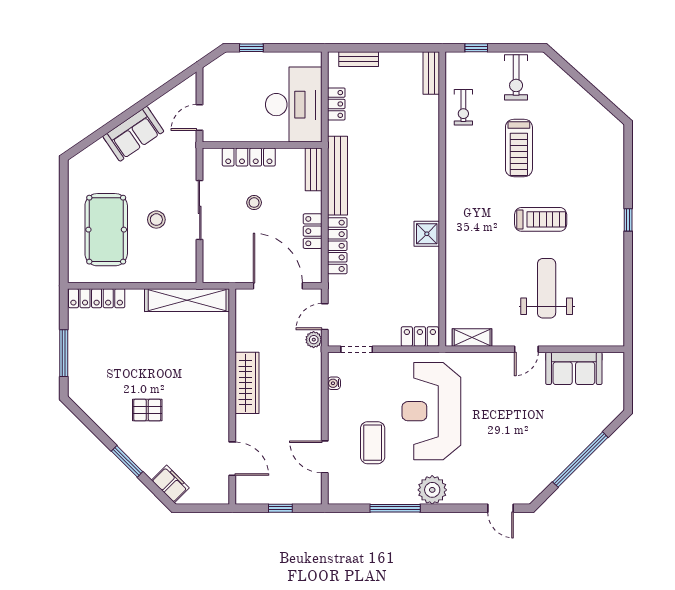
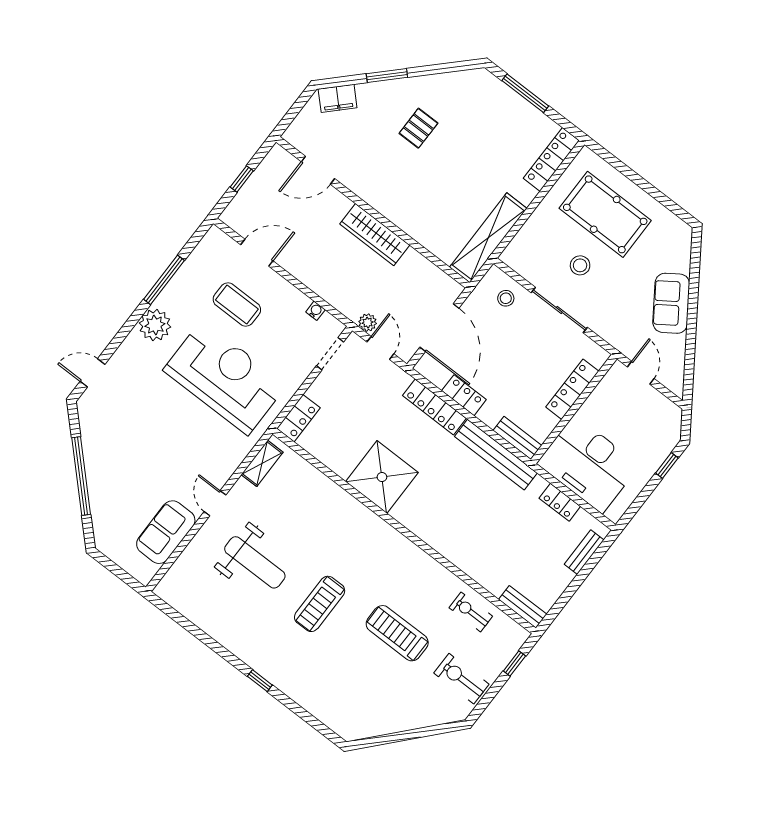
stool: (254, 203) -> (506, 298), moved
shower: (427, 234) -> (382, 477), width x1.86, depth x1.86
door: (278, 286) -> (439, 328), hinge flipped

